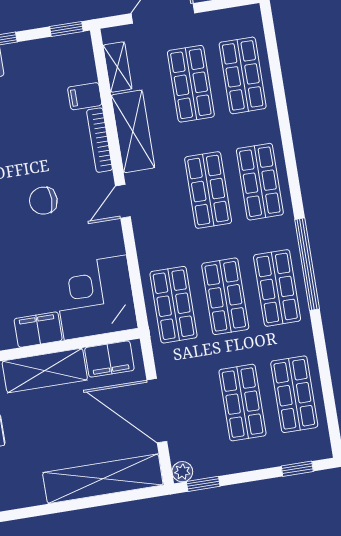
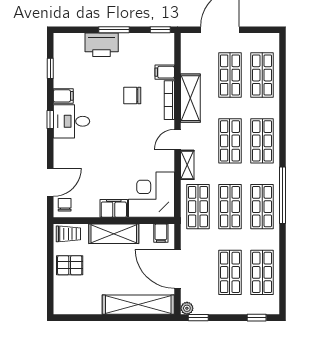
shelving: (117, 67) -> (187, 165), moved
chair: (43, 201) -> (132, 96), moved
filing cabinet: (109, 359) -> (161, 233), width x0.50

